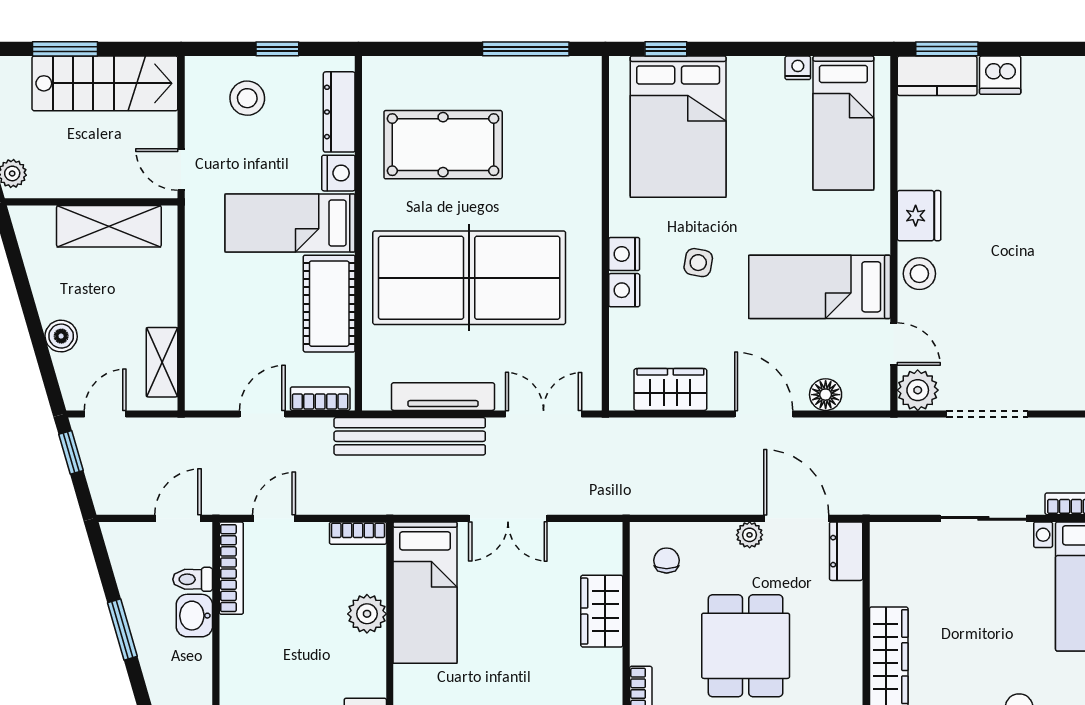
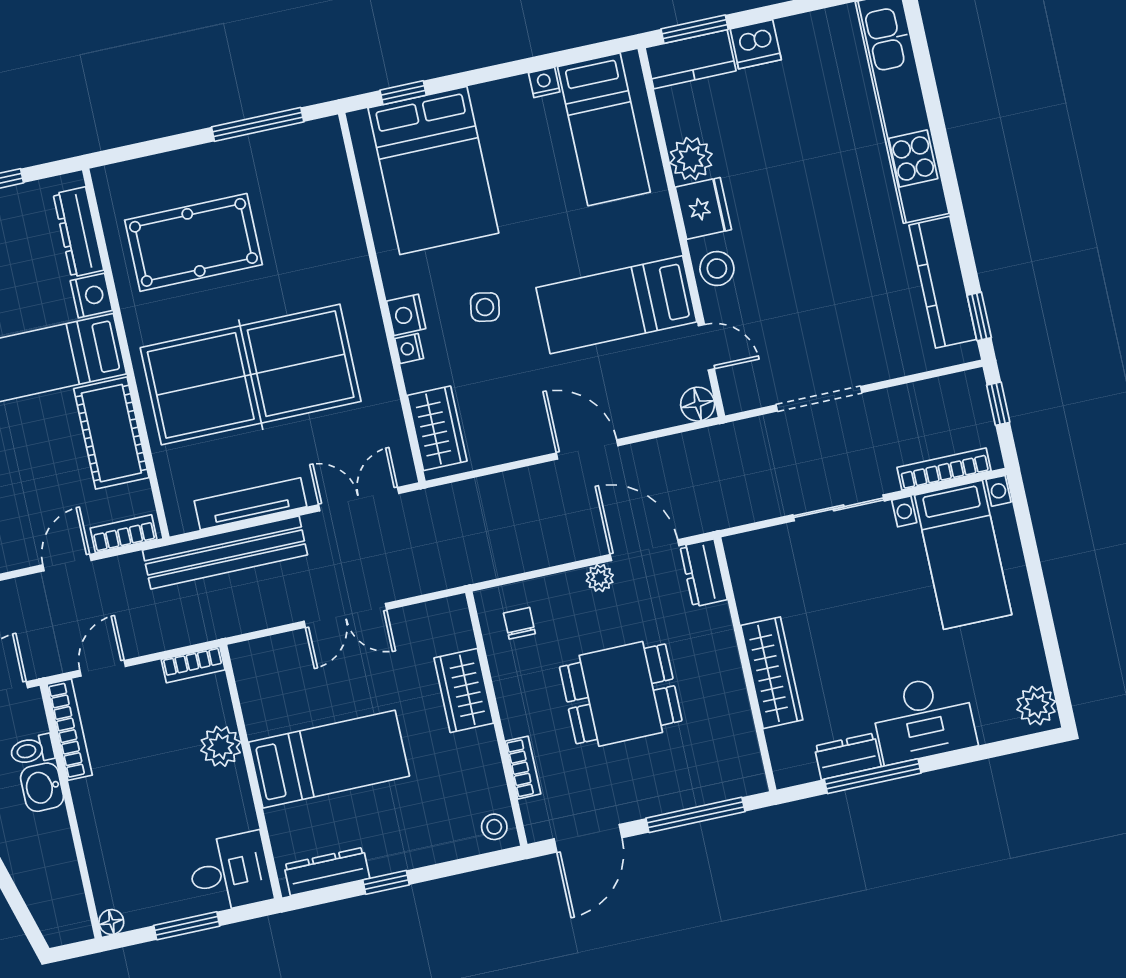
nightstand: (624, 290) -> (409, 348), width x0.72, depth x0.74
wardrobe: (670, 389) -> (437, 428), moved, turned 90
plant: (918, 390) -> (691, 159), moved
floor lamp: (826, 395) -> (698, 404), moved
bed: (425, 593) -> (329, 759), moved, turned -90
dining table: (746, 646) -> (621, 694), turned 90

